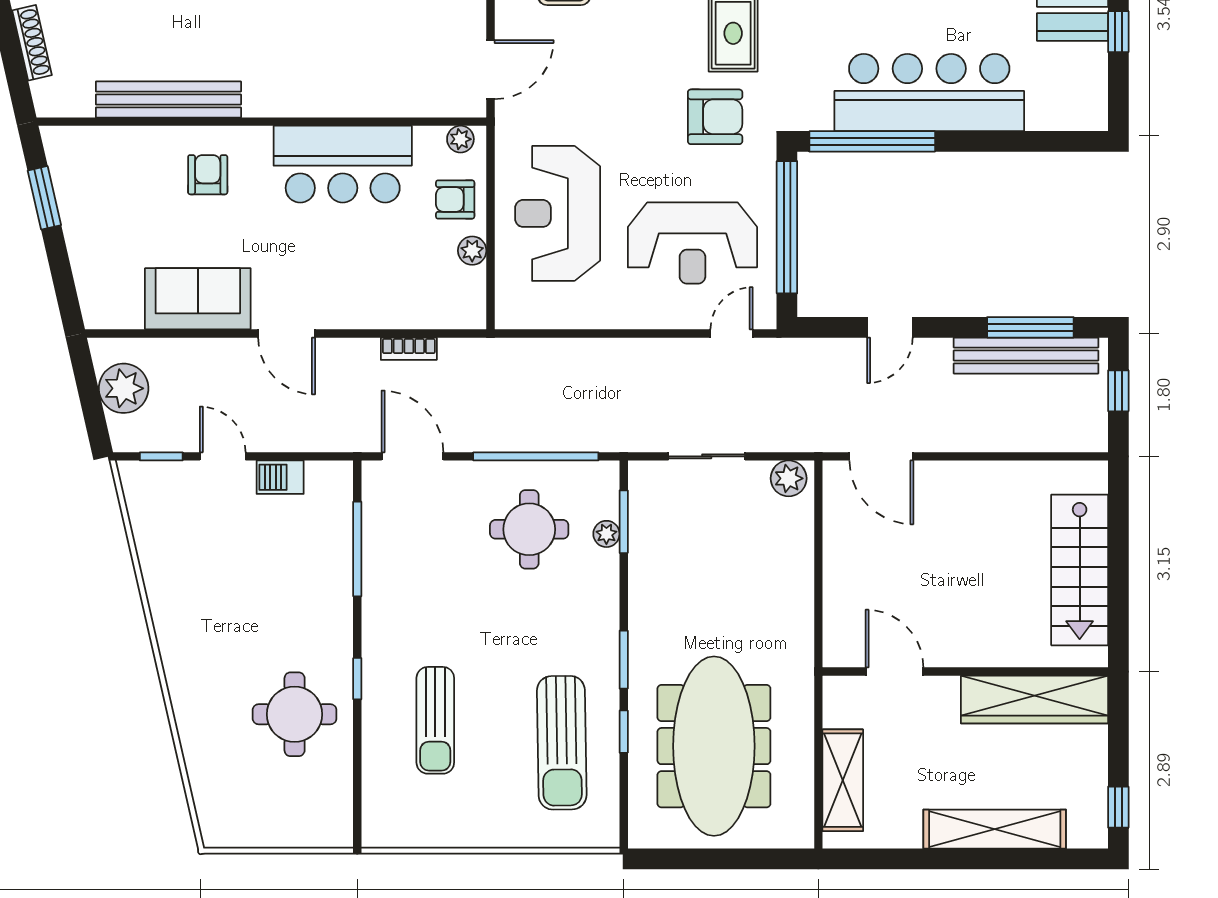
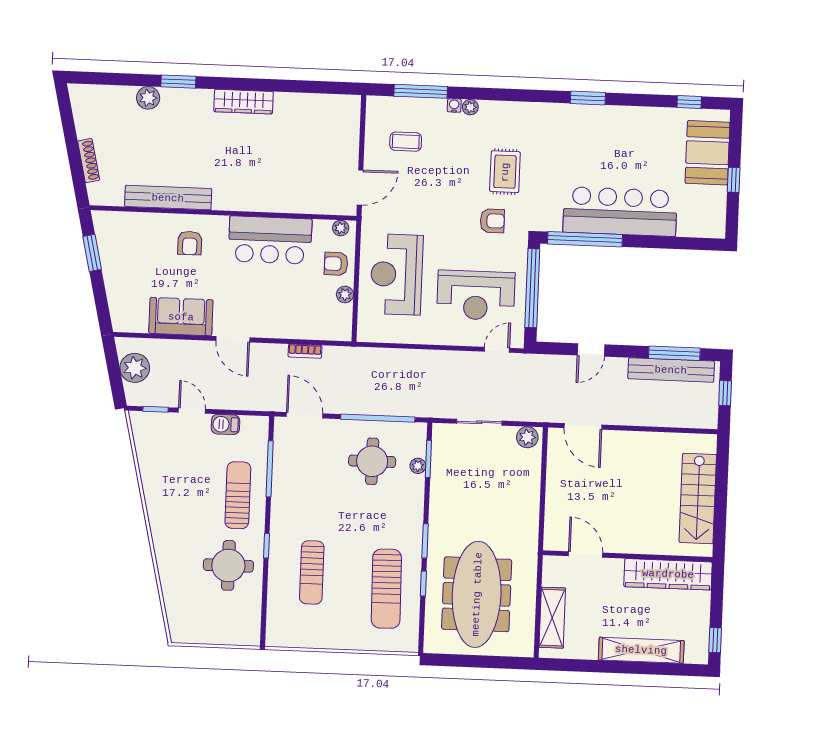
armchair: (715, 117) -> (492, 221), width x0.72, depth x0.72
armchair: (208, 175) -> (190, 243), turned 180
sun lounger: (306, 595) -> (238, 495), added

